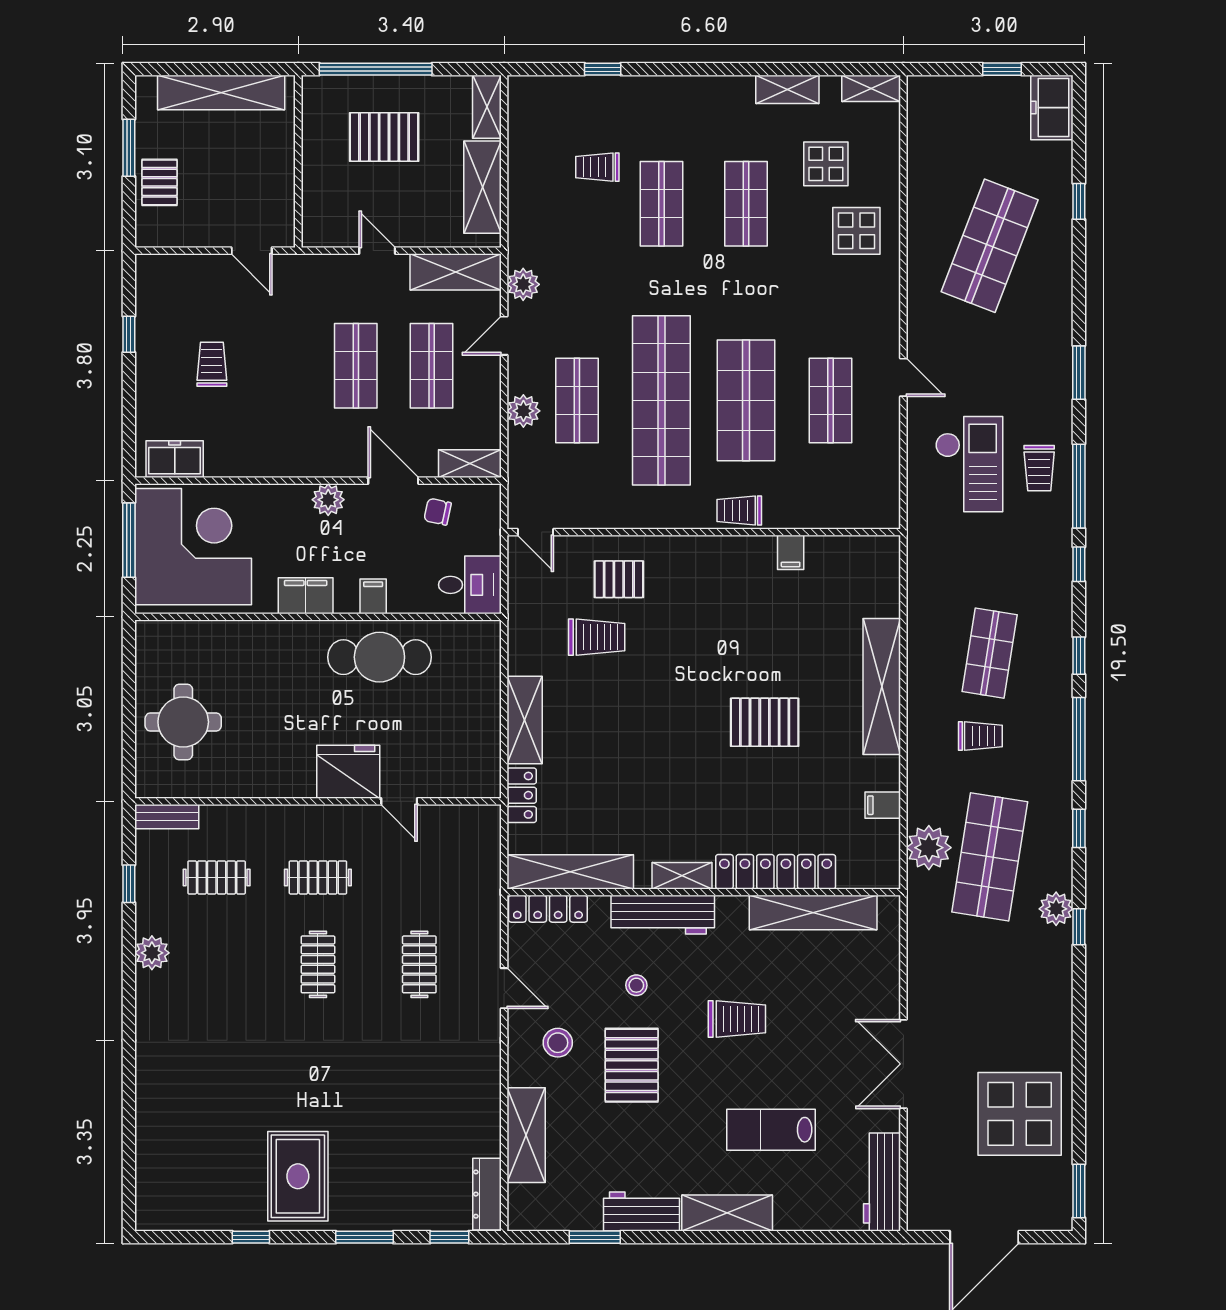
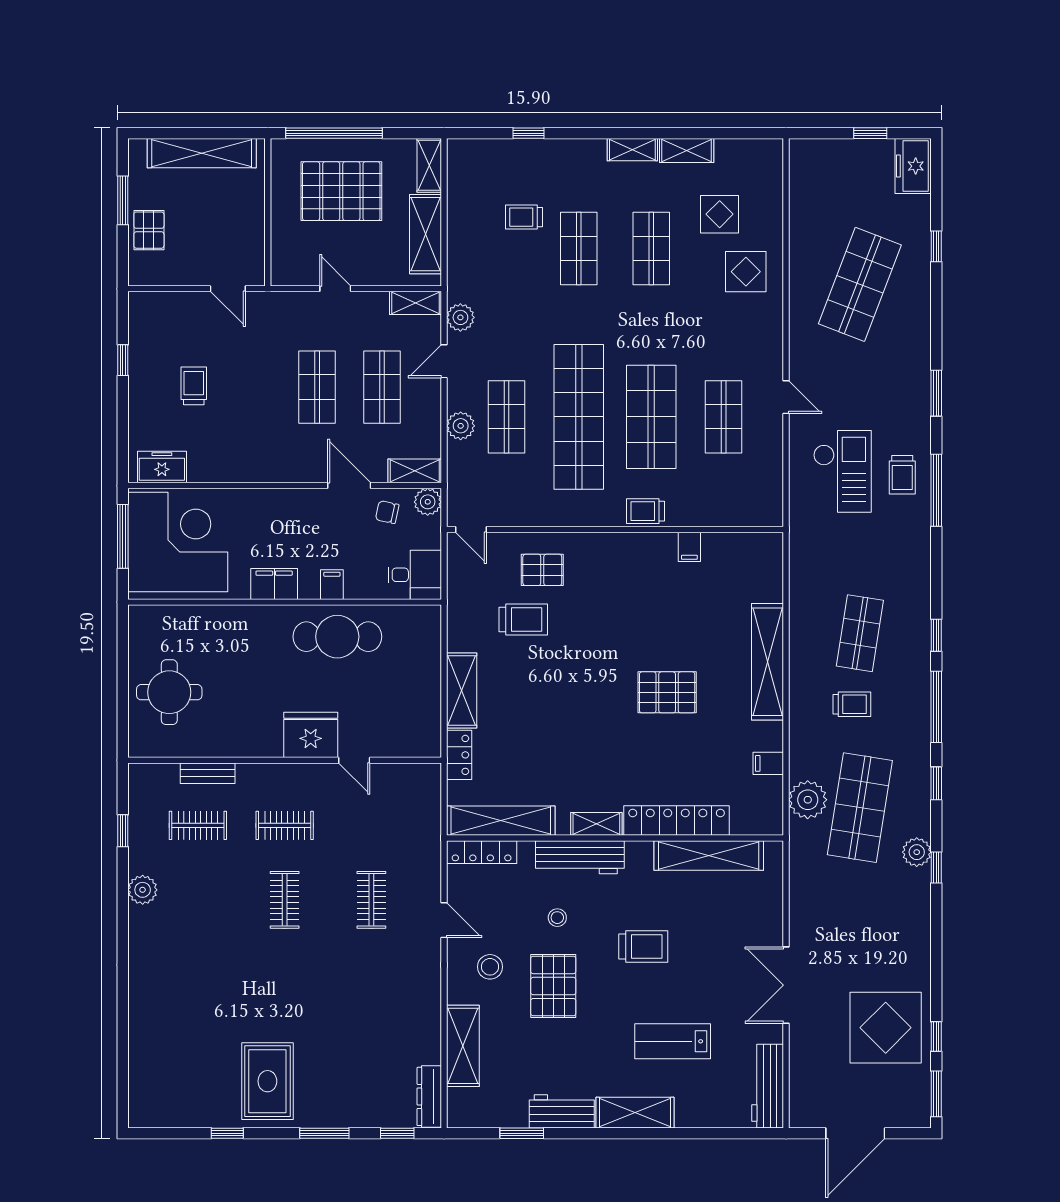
shelving: (871, 88) -> (632, 150), moved
pallet: (384, 137) -> (341, 191), width x1.37, depth x1.41
shelving: (456, 272) -> (415, 303), width x0.67, depth x0.75
plant: (328, 500) -> (428, 502), moved
window: (1079, 564) -> (936, 1037), moved
bench: (167, 817) -> (208, 773), moved

